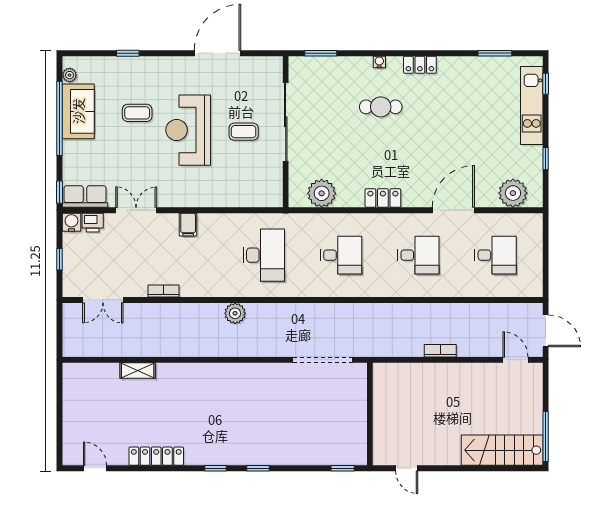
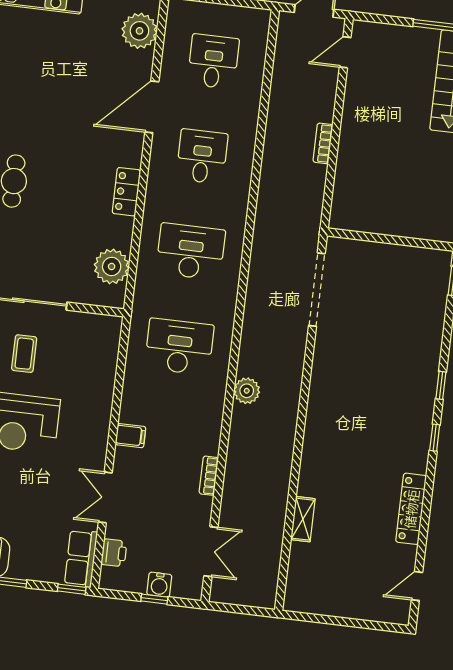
door: (453, 210) -> (152, 107), hinge flipped
water cooler: (71, 222) -> (159, 585), moved, turned -90
desk: (341, 255) -> (191, 252), width x1.37

